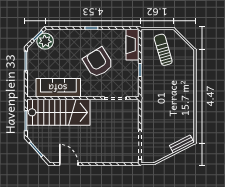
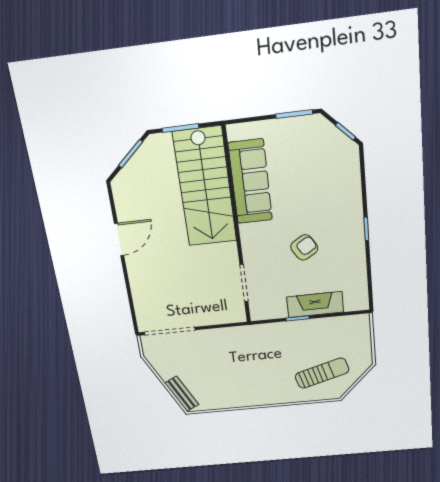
plant: (45, 41) -> (336, 146), removed
fireplace: (133, 45) -> (315, 305), moved
sun lounger: (163, 50) -> (322, 373), moved
armchair: (98, 62) -> (304, 247), width x0.53, depth x0.53
door: (69, 164) -> (119, 239), moved

